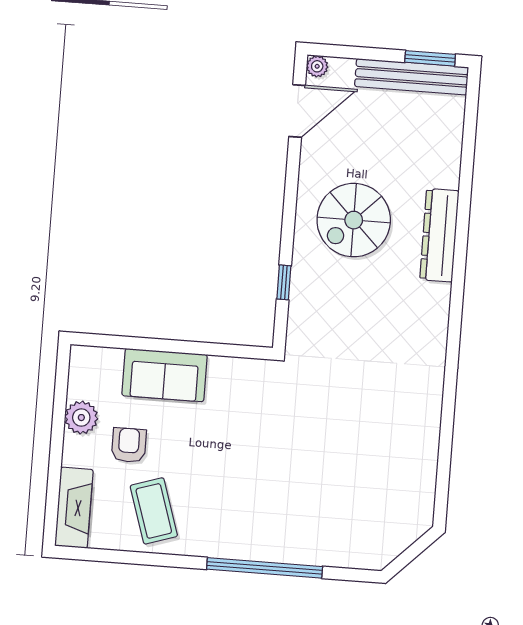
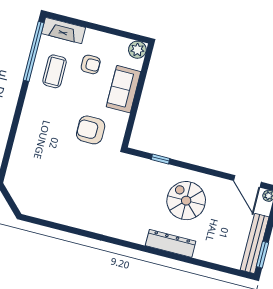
plant: (81, 418) -> (137, 50), moved
armchair: (252, 424) -> (91, 130), added
coffee table: (154, 511) -> (55, 71), turned -72
window: (265, 568) -> (34, 51), moved

